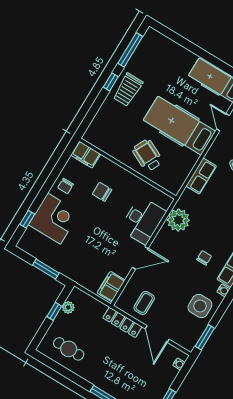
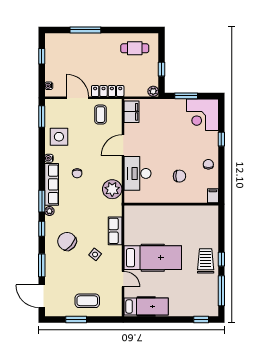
window: (169, 33) -> (201, 319), added
filing cabinet: (86, 155) -> (213, 196), width x0.50
wheelchair: (147, 155) -> (163, 222), removed
window: (27, 219) -> (221, 139), moved
corner desk: (54, 219) -> (202, 115), moved
plant: (68, 307) -> (153, 91), moved

